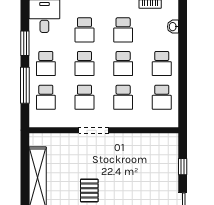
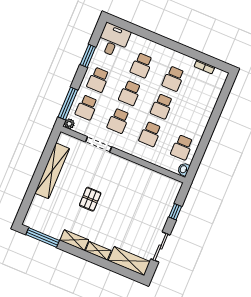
washbasin: (173, 27) -> (184, 169), moved
school desk: (162, 64) -> (194, 120), removed
window: (25, 85) -> (68, 104), moved
plant: (35, 122) -> (69, 124), added
doorway: (94, 130) -> (99, 144), moved

